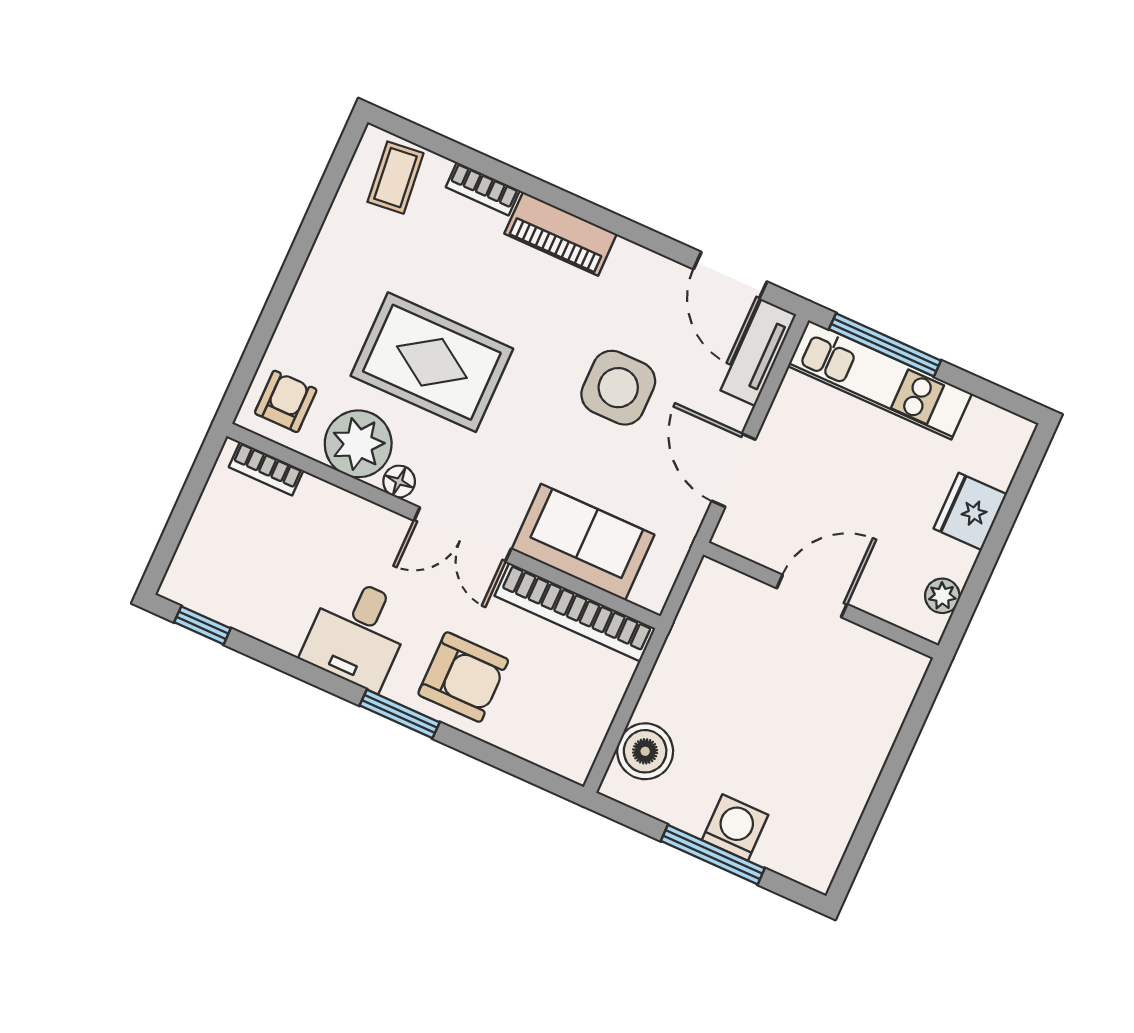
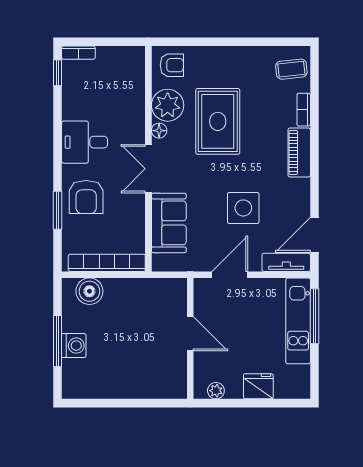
bookcase: (266, 469) -> (78, 53), moved, turned -90
bookcase: (575, 612) -> (107, 263), moved, turned 90
window: (400, 714) -> (58, 210), moved

